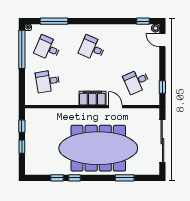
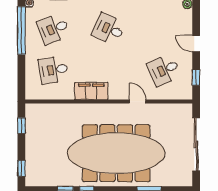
door: (162, 40) -> (196, 44), moved
desk: (48, 48) -> (53, 29), turned -45
filing cabinet: (92, 98) -> (91, 91), moved
window: (22, 147) -> (21, 168), moved

